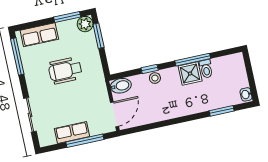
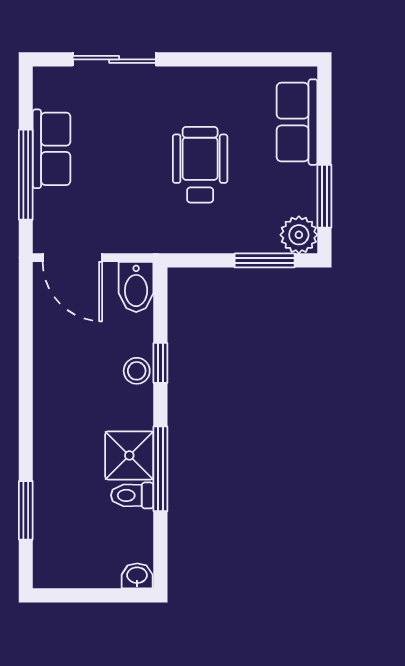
window: (17, 57) -> (257, 59), removed
washbasin: (246, 94) -> (137, 576), moved

